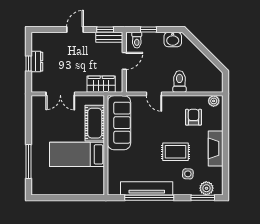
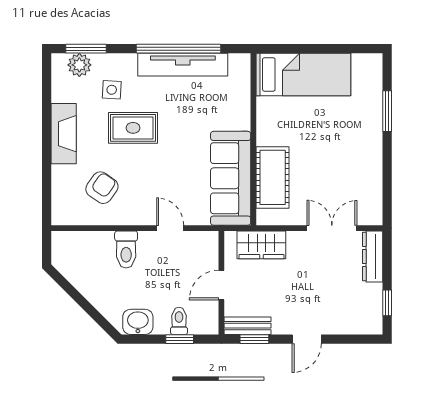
toilet: (137, 40) -> (179, 321), moved
dresser: (37, 62) -> (373, 256), moved, width x1.44
window: (28, 63) -> (387, 303), moved
plant: (214, 101) -> (67, 216), removed
armchair: (193, 117) -> (102, 188), turned -145
bed: (77, 154) -> (303, 74), moved
window: (28, 161) -> (387, 111), width x0.69

